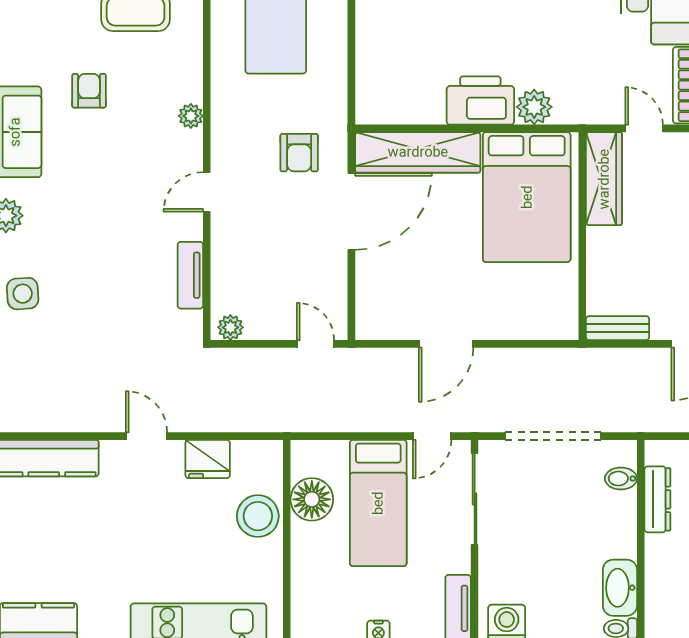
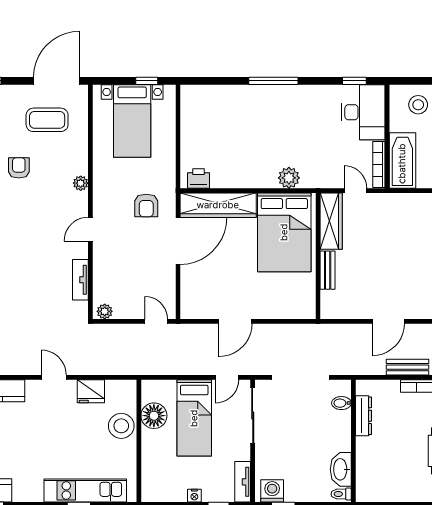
printer: (480, 100) -> (198, 179), moved, width x0.53, depth x0.68
bench: (618, 328) -> (328, 270), moved, turned 90

